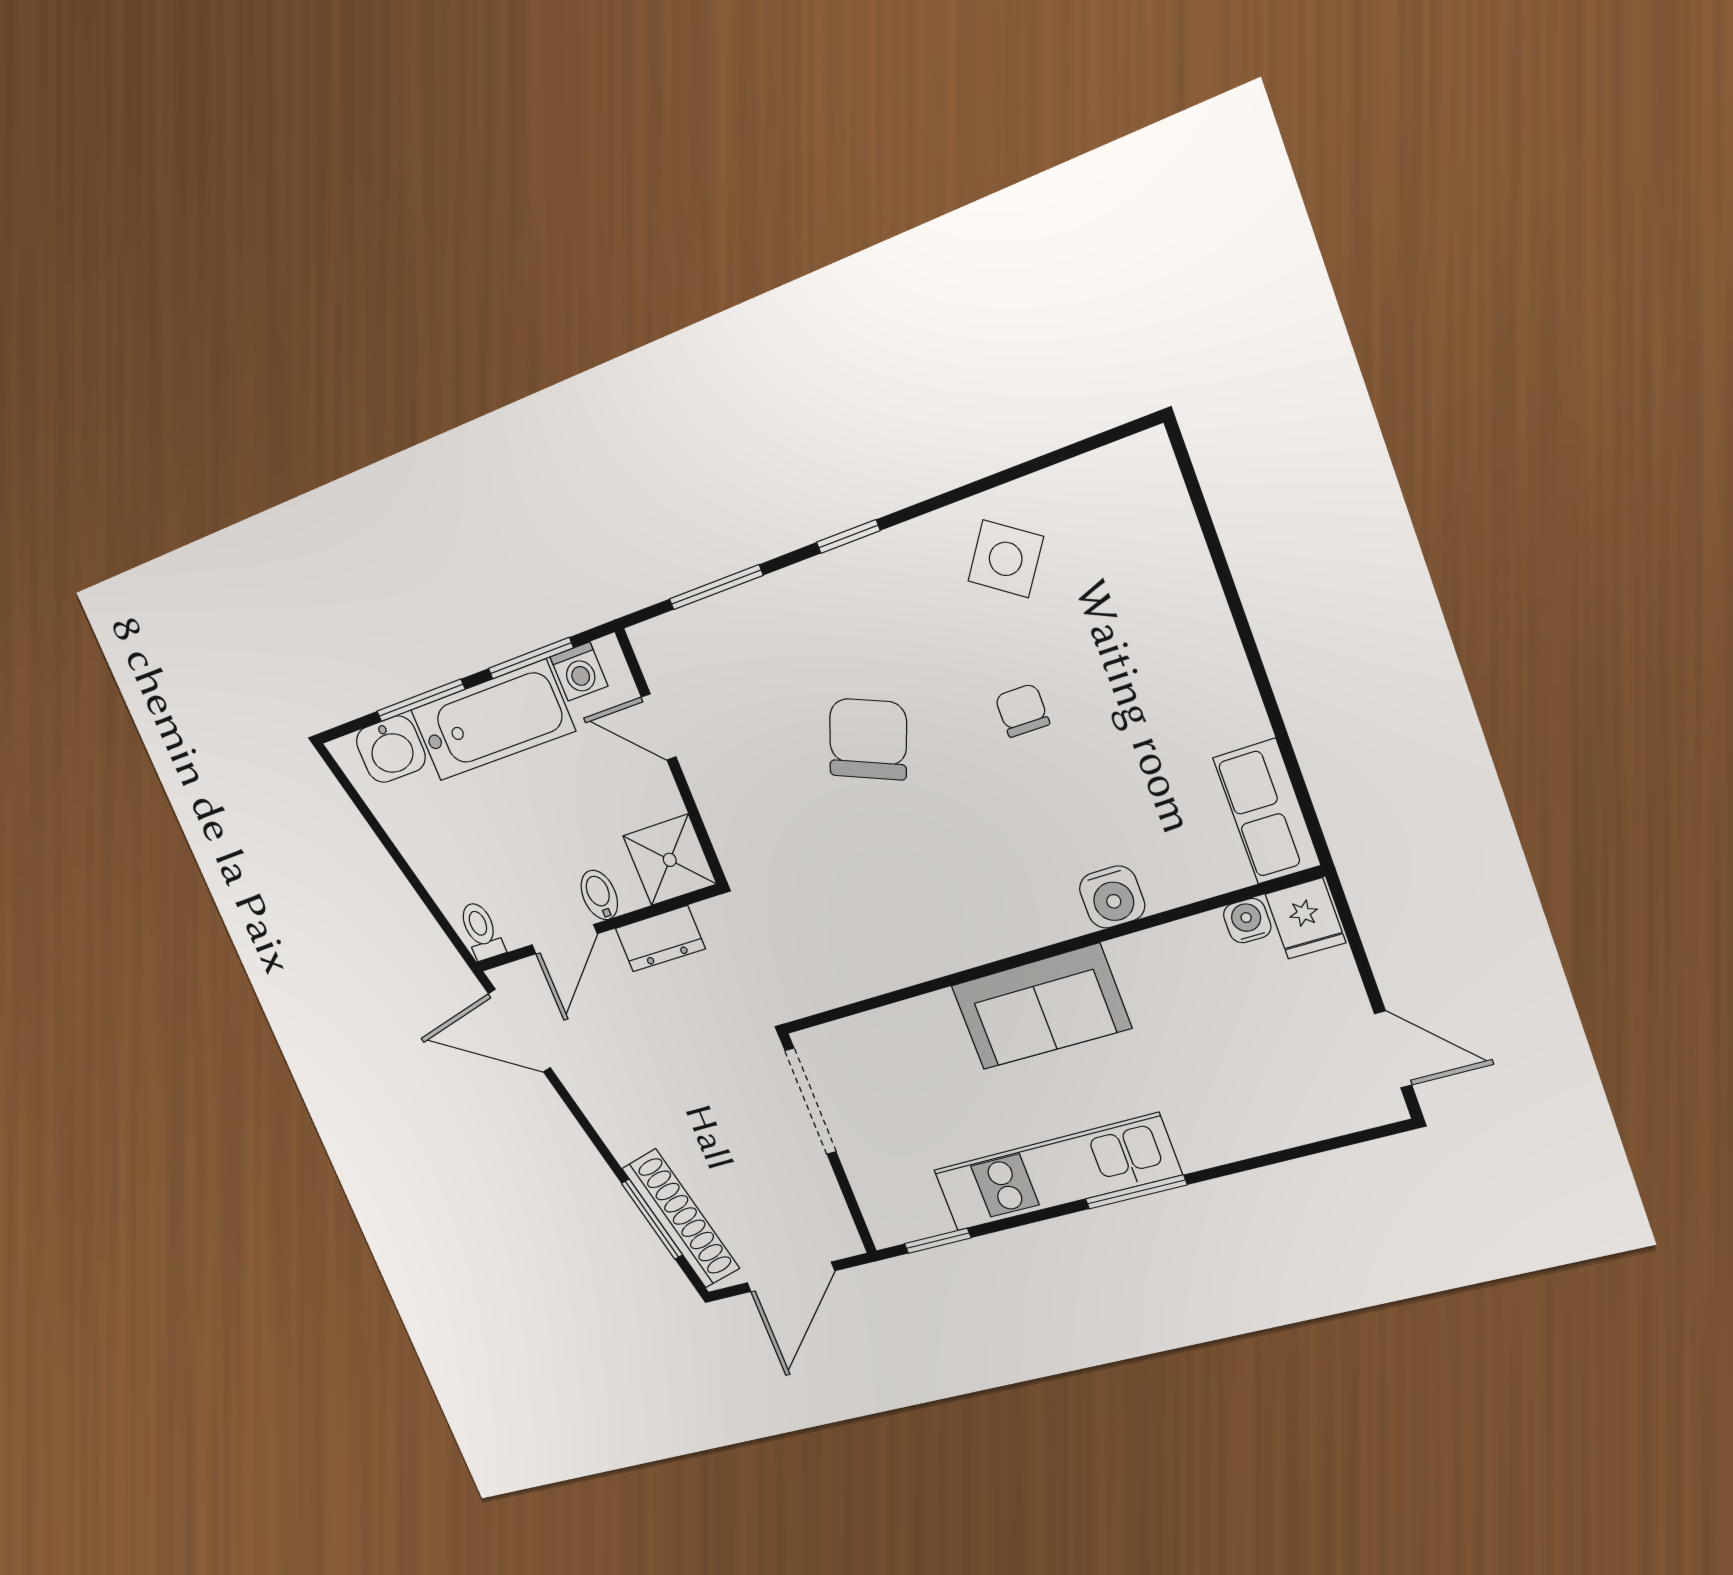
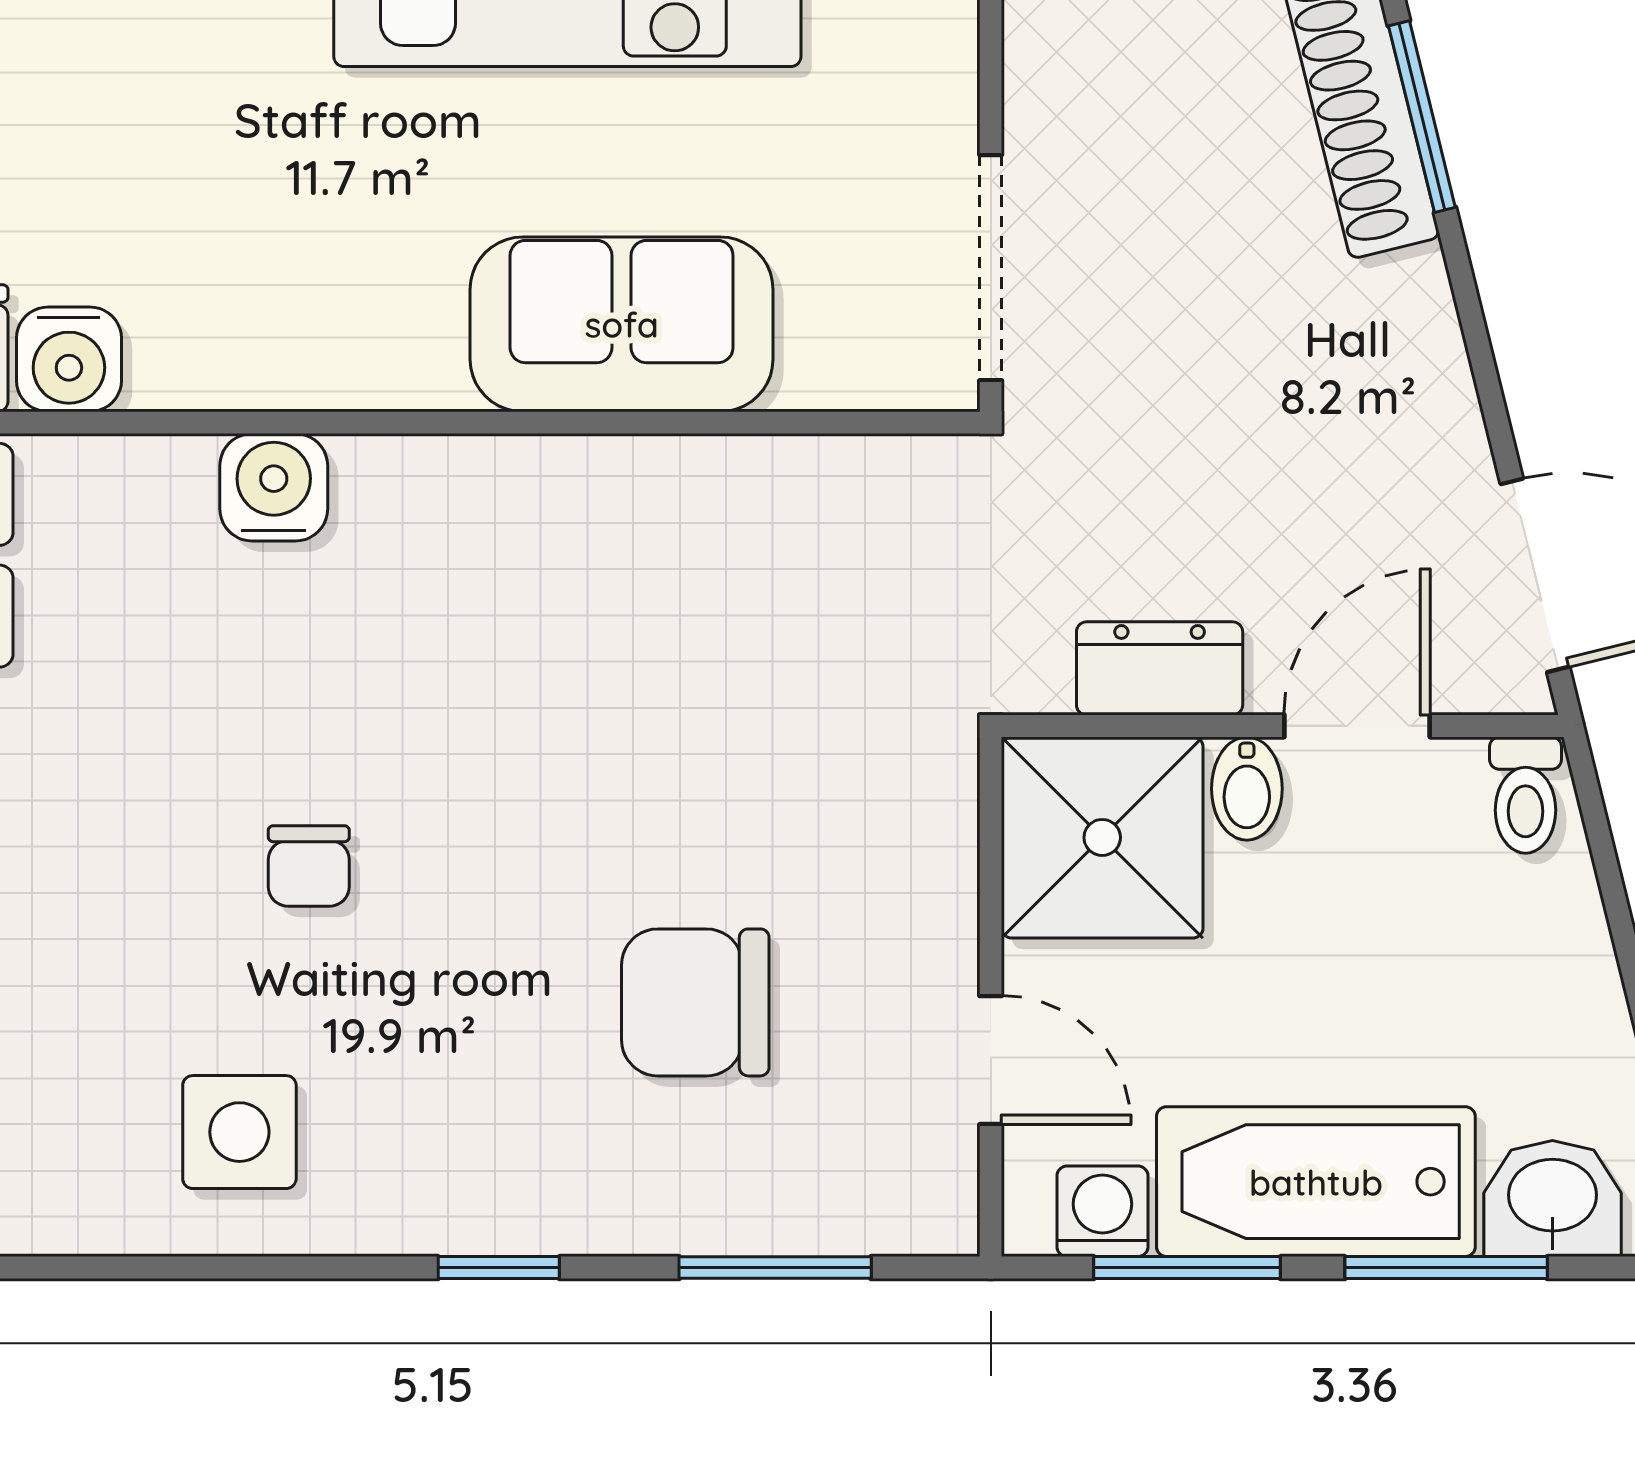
side table: (1006, 559) -> (239, 1132), turned -35
chair: (868, 739) -> (695, 1002), moved, turned 68
shower: (670, 860) -> (1102, 837), width x1.36, depth x1.36
water cooler: (1247, 921) -> (69, 359), width x1.38, depth x1.38
sofa: (1041, 1007) -> (622, 324), moved

